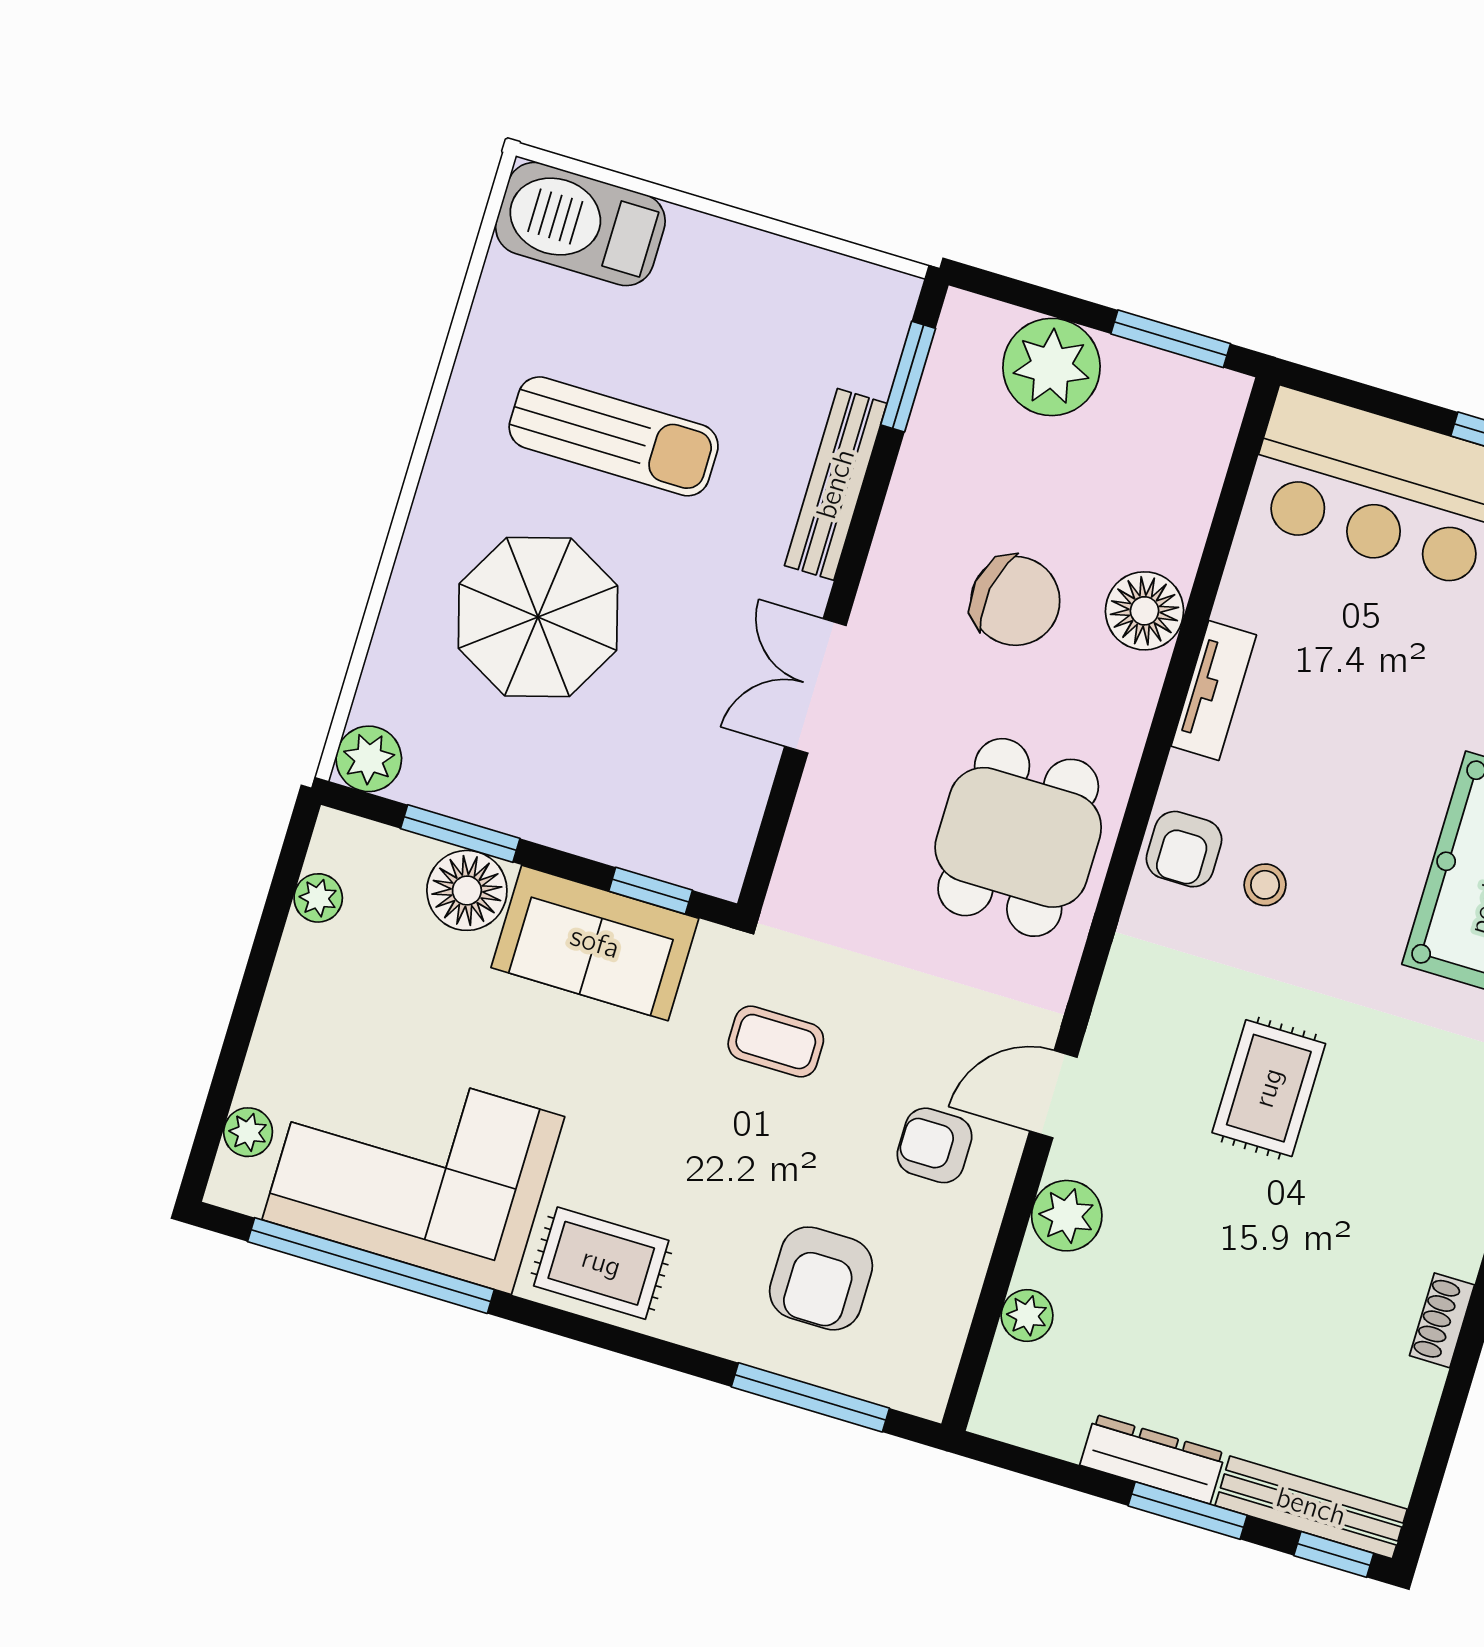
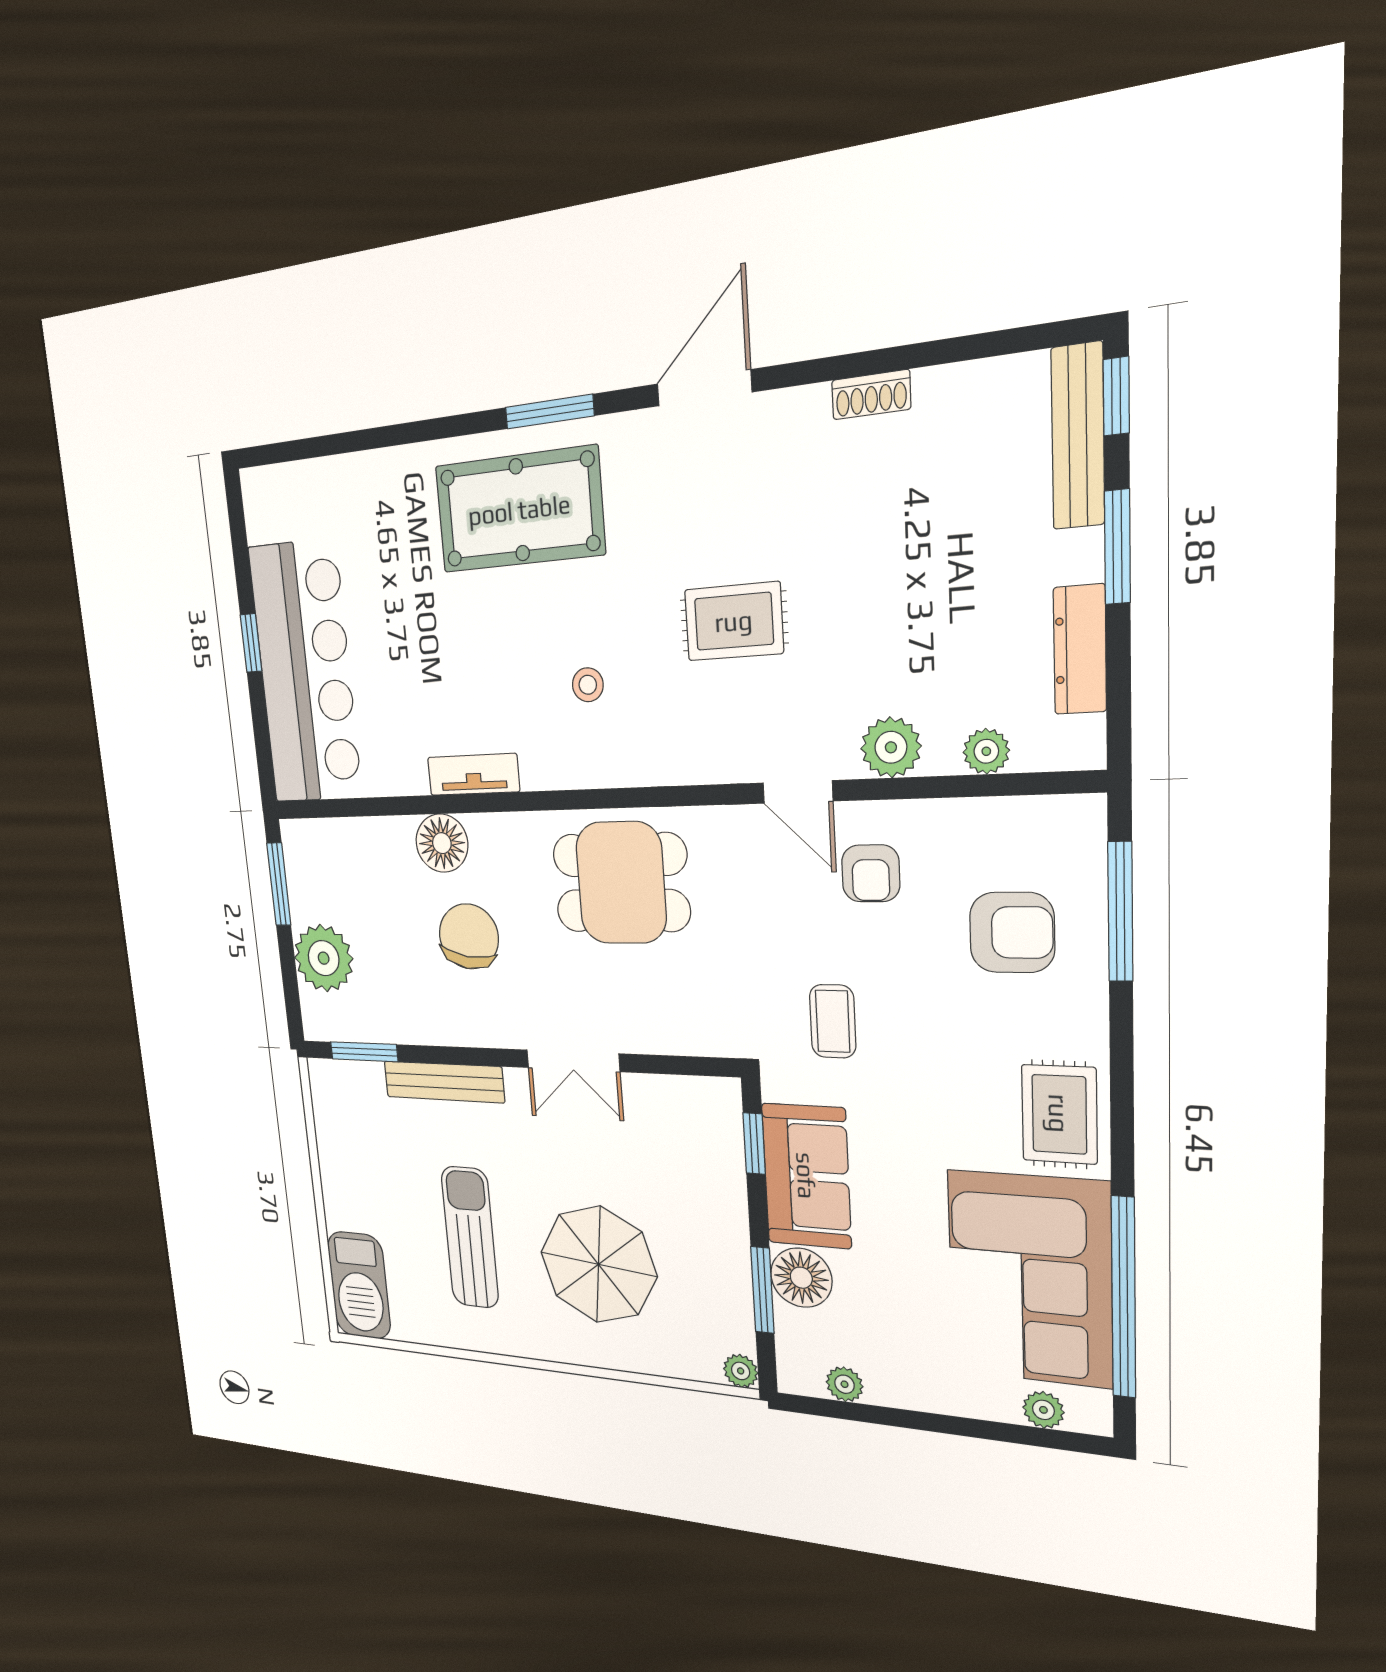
plant: (369, 759) -> (741, 1371), width x0.73, depth x0.73
armchair: (1184, 849) -> (585, 756), removed
dresser: (1153, 1459) -> (1080, 650), moved

